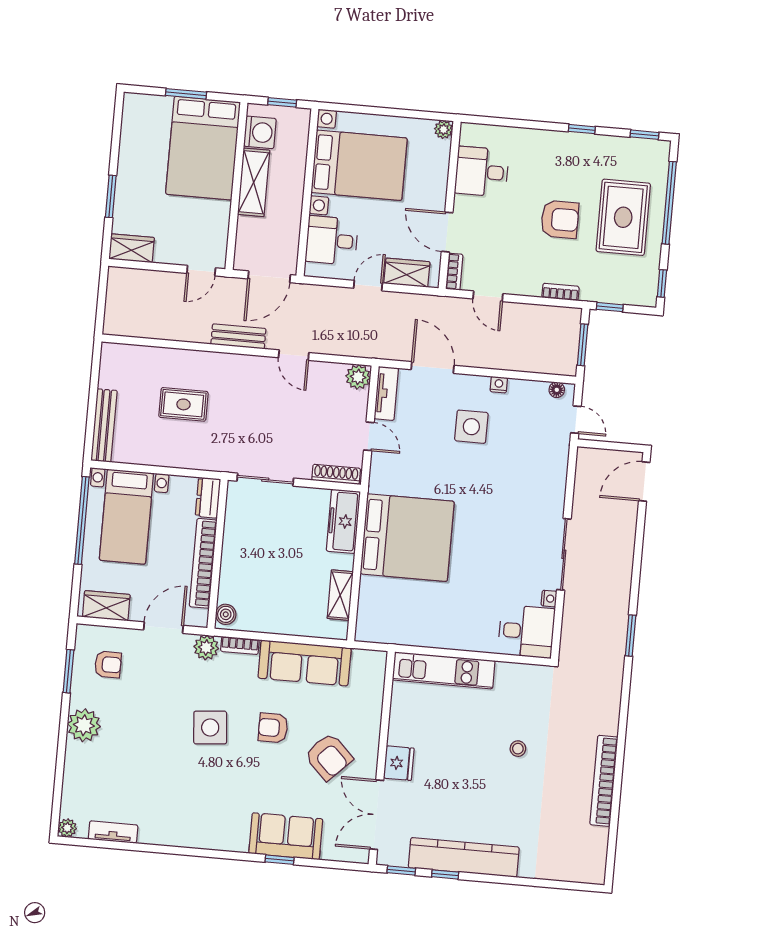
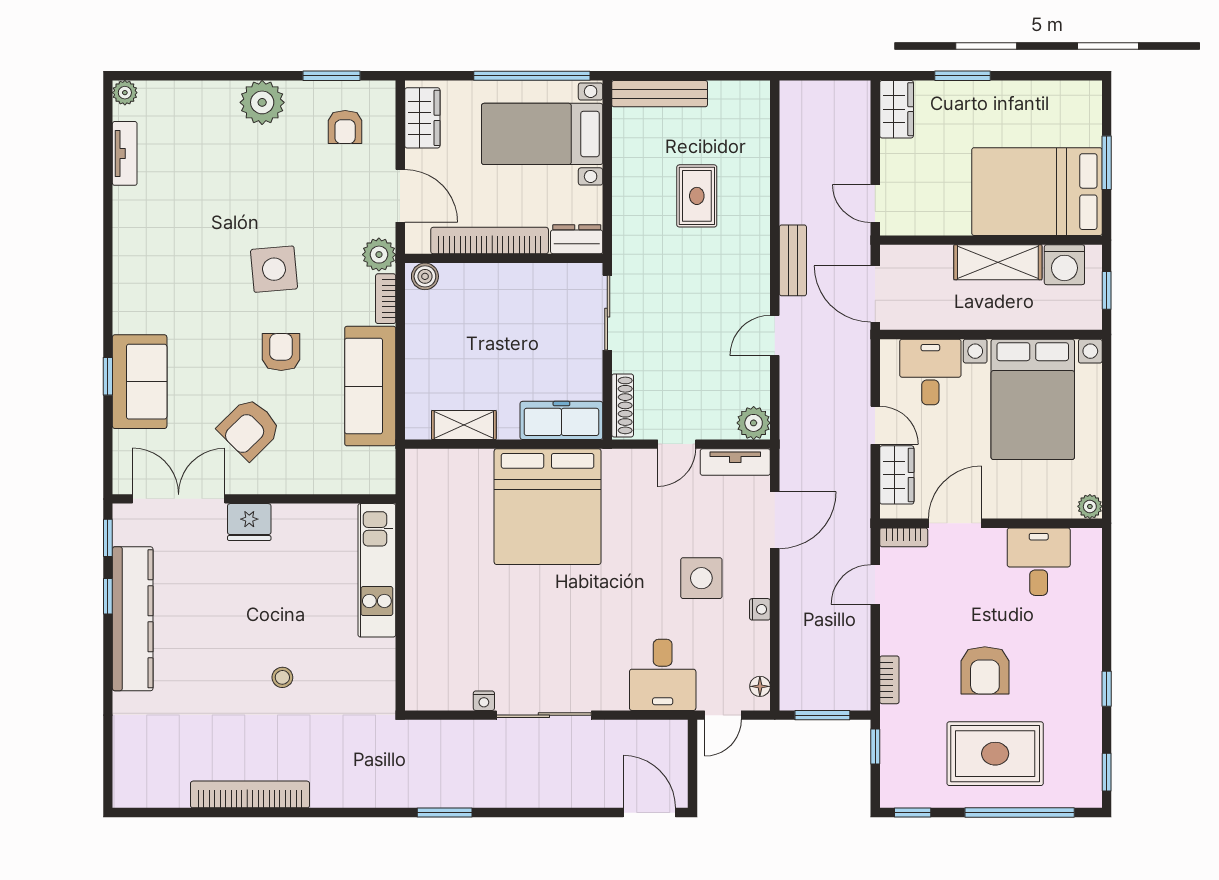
desk: (526, 631) -> (663, 675), moved

